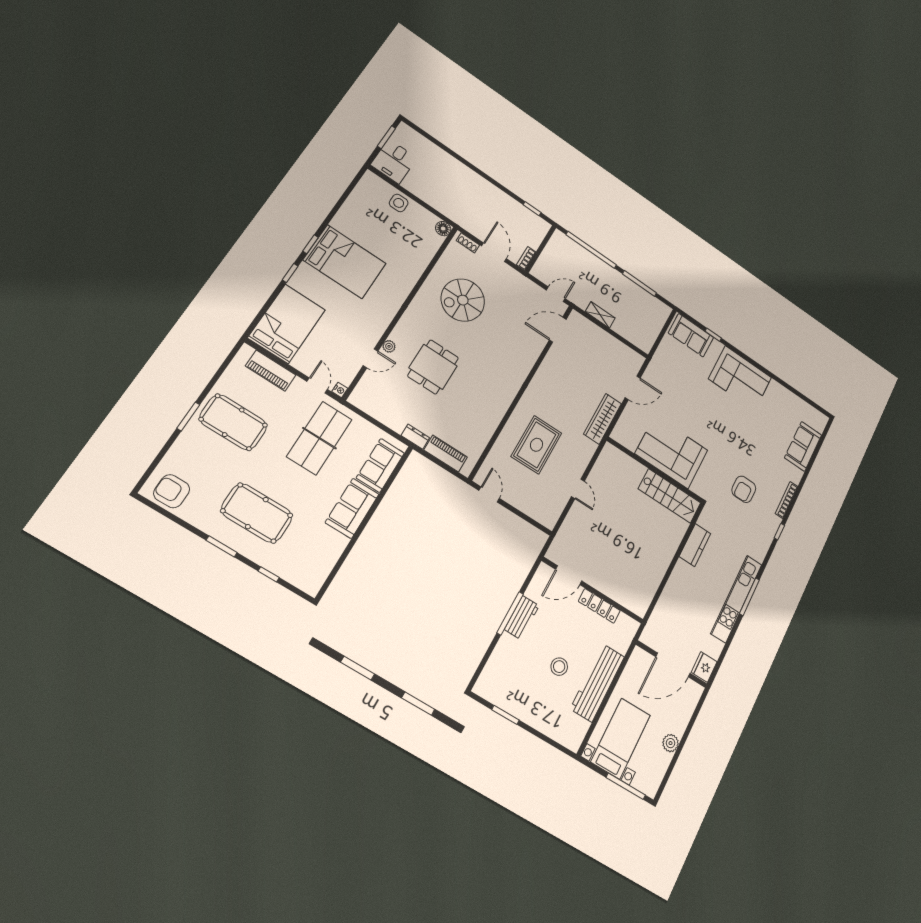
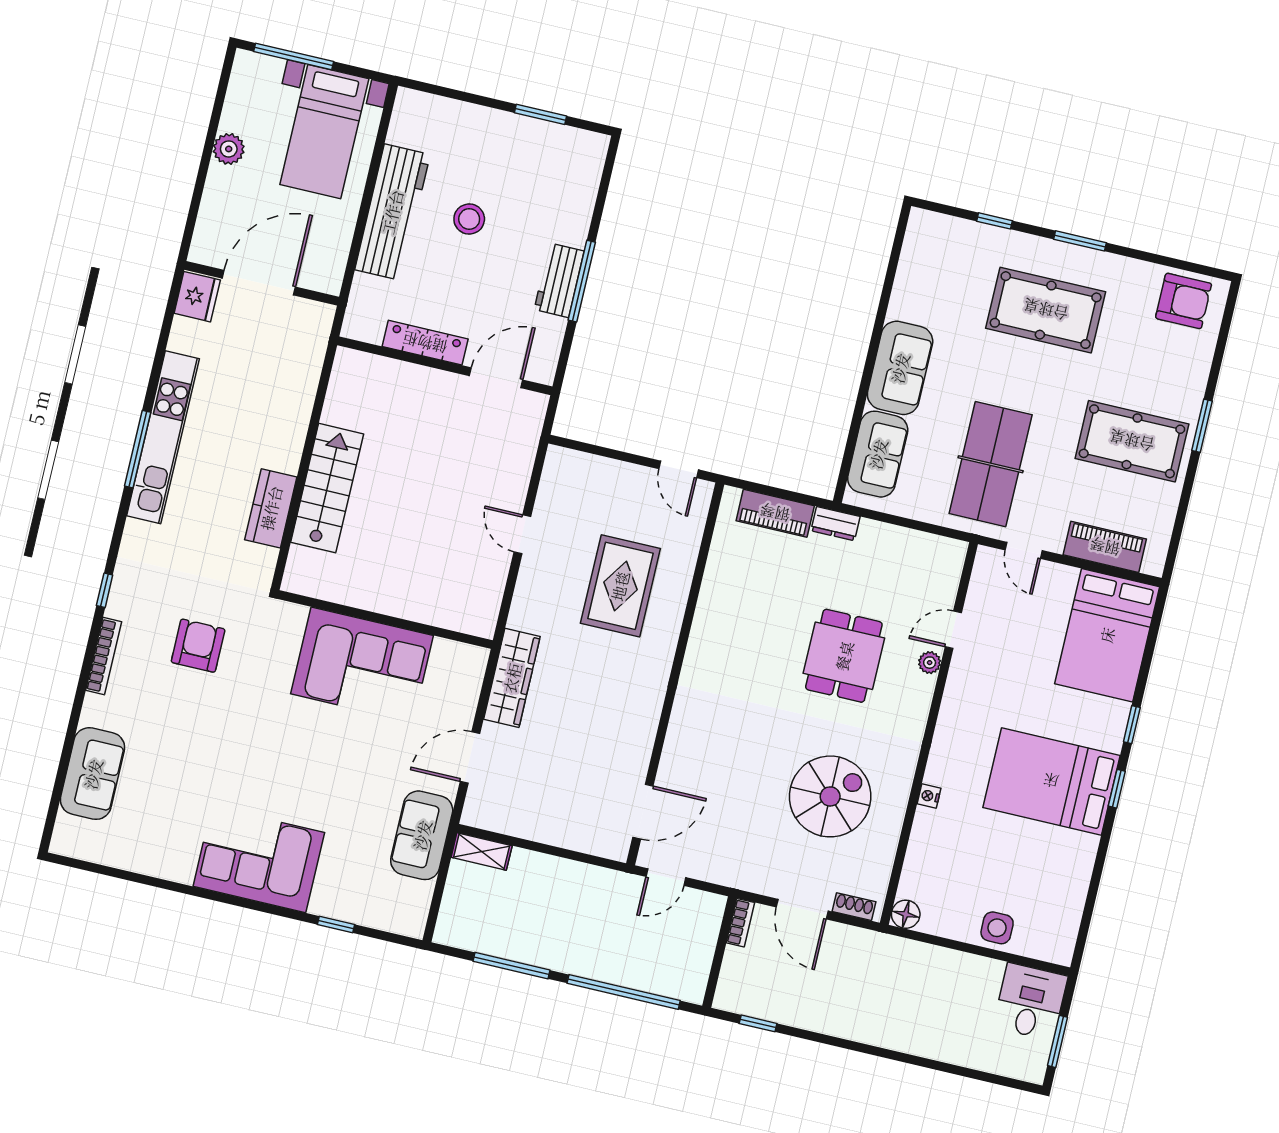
shelving: (600, 315) -> (482, 852), moved
sofa: (691, 335) -> (422, 835), moved, turned -90
nightstand: (340, 390) -> (929, 796), moved
stairs: (669, 496) -> (327, 488), moved, turned 90

